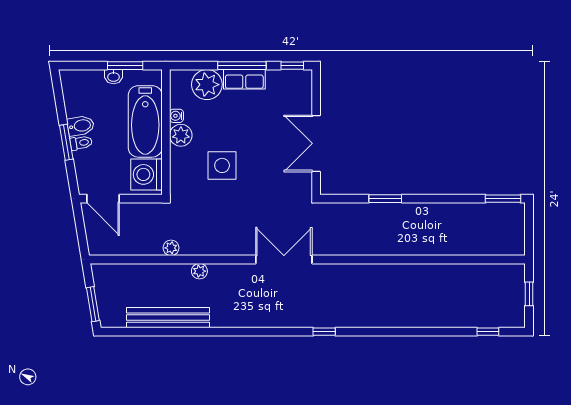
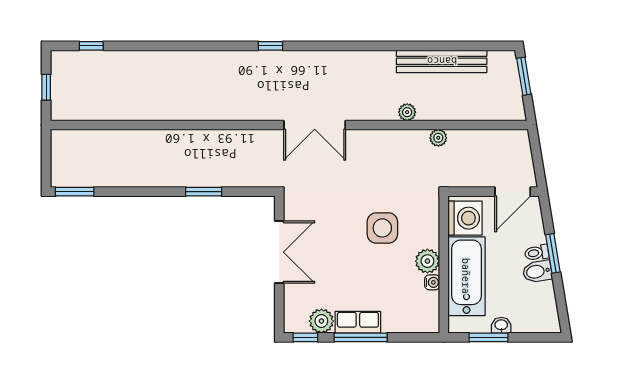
plant: (207, 85) -> (321, 321), moved, width x0.73, depth x0.73
door: (103, 199) -> (513, 192), swing flipped

